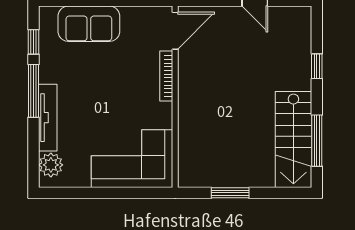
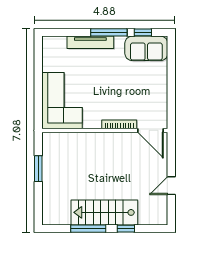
sofa: (89, 24) -> (146, 48), moved, turned -90
stairs: (293, 139) -> (104, 212), moved
window: (317, 141) -> (88, 229), moved
plant: (51, 165) -> (58, 44), removed

